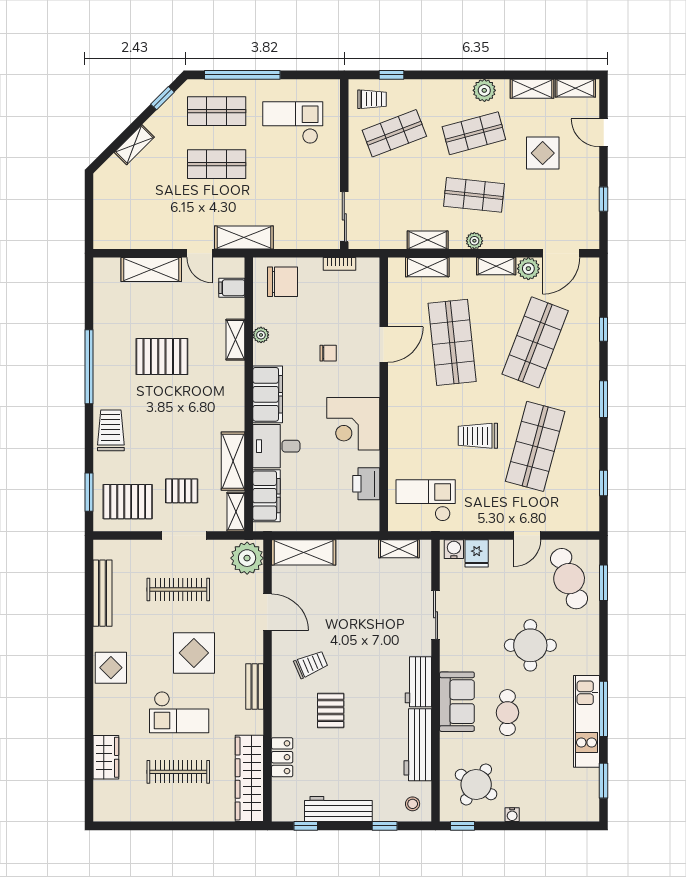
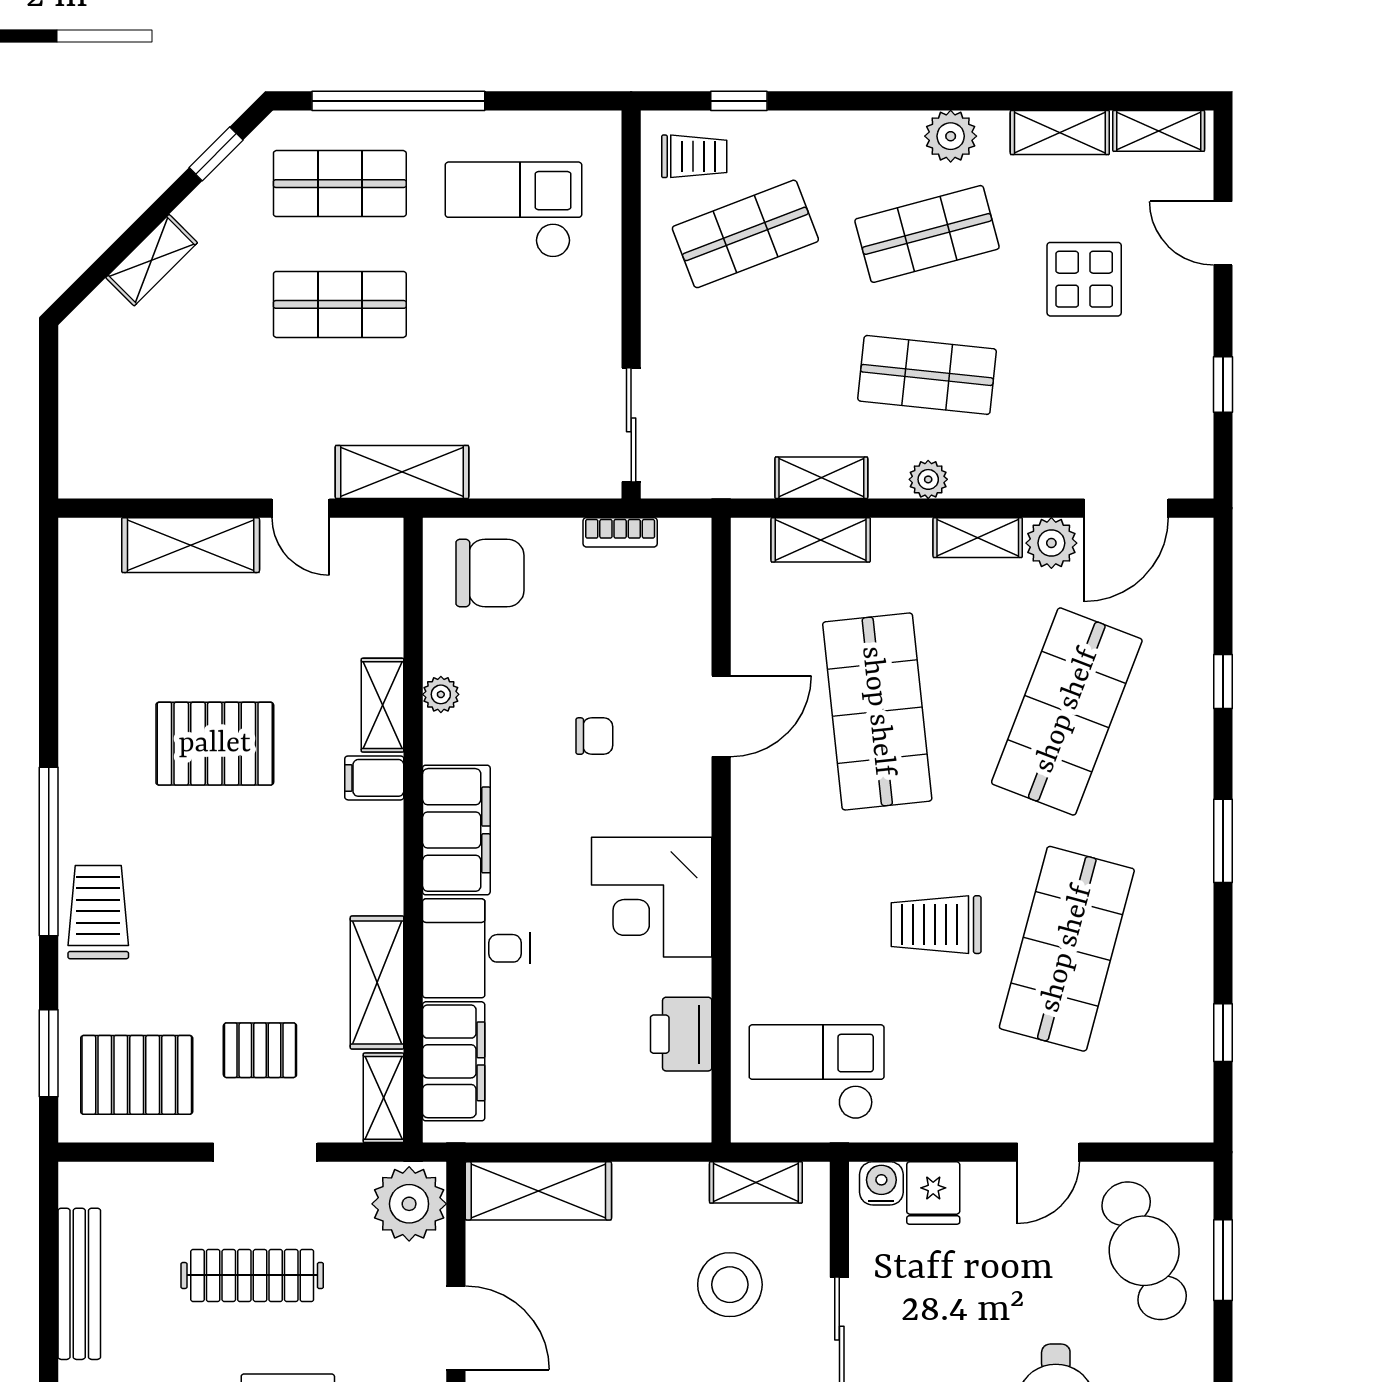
filing cabinet: (232, 288) -> (374, 778), moved
window: (89, 367) -> (49, 851), moved
stool: (388, 594) -> (730, 1285), added

